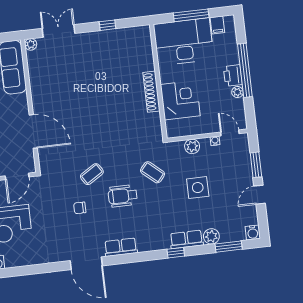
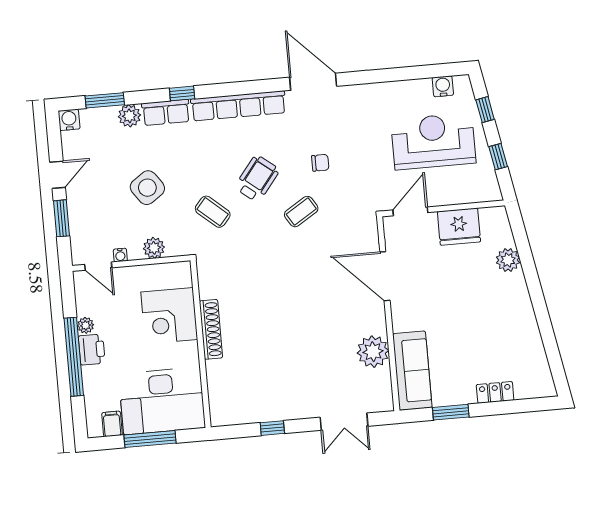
plant: (31, 44) -> (373, 352), moved, width x1.88, depth x1.88
side table: (198, 188) -> (147, 188), turned -35
wheelchair: (123, 196) -> (257, 179), turned -52
row of seats: (121, 247) -> (238, 106), width x2.02

